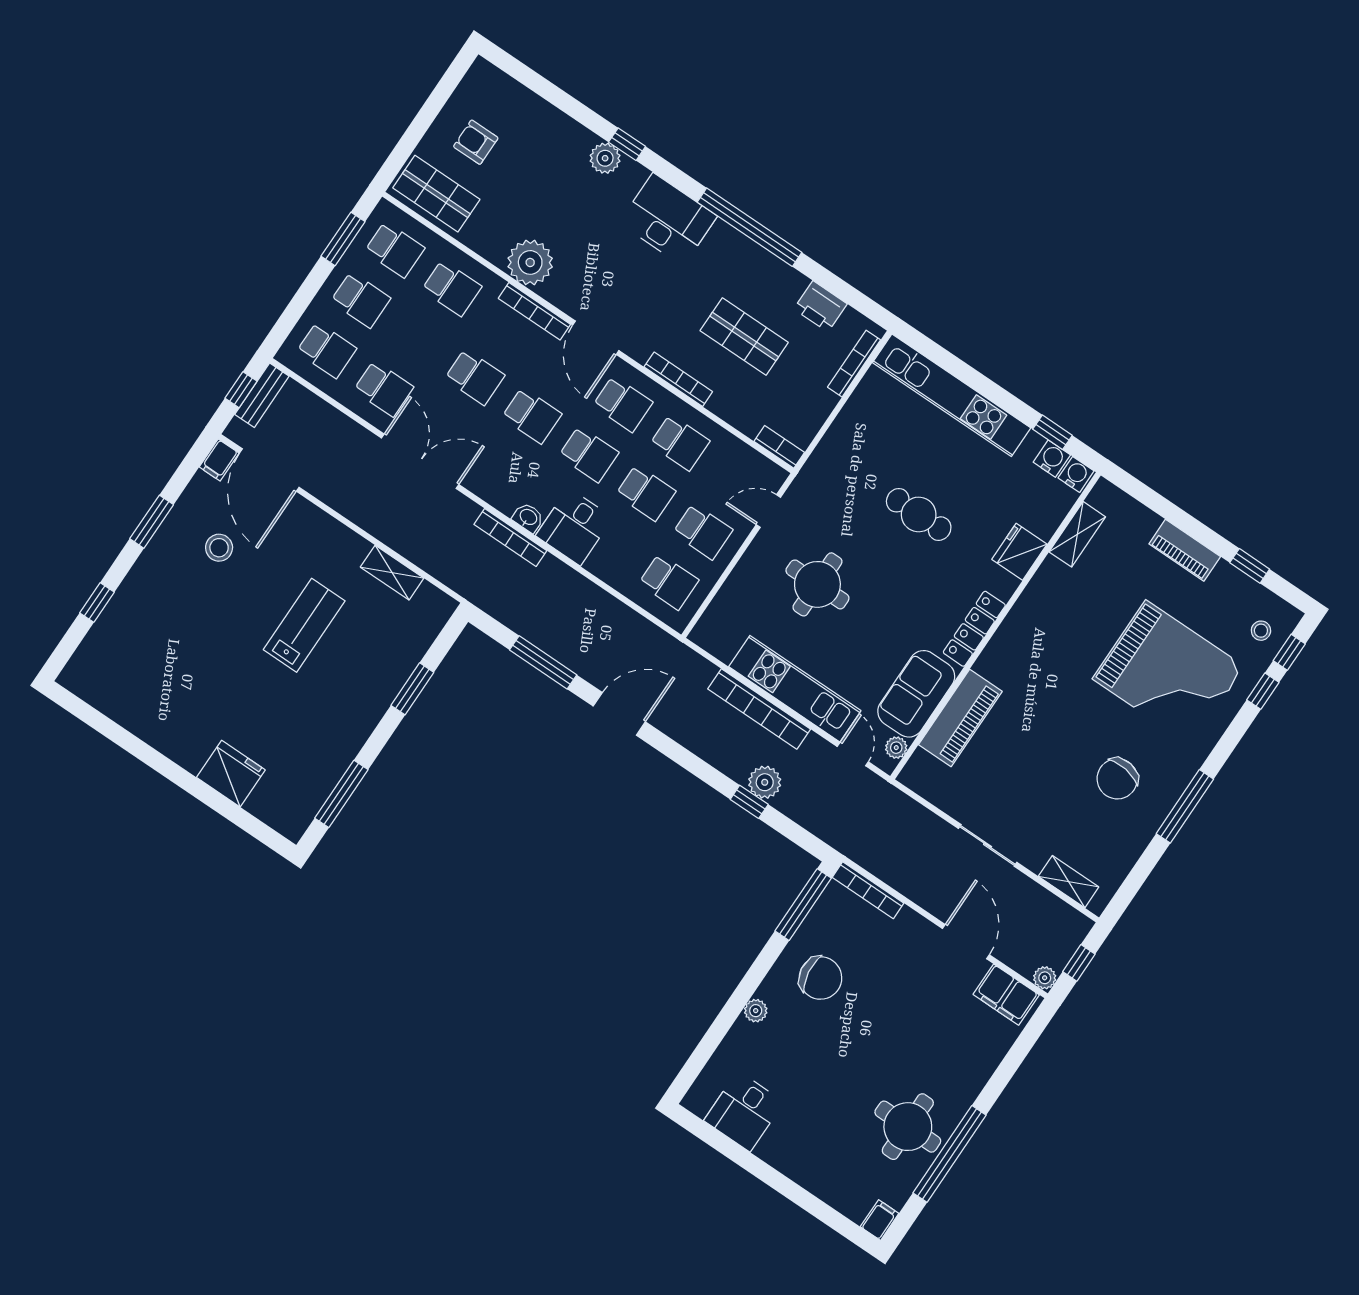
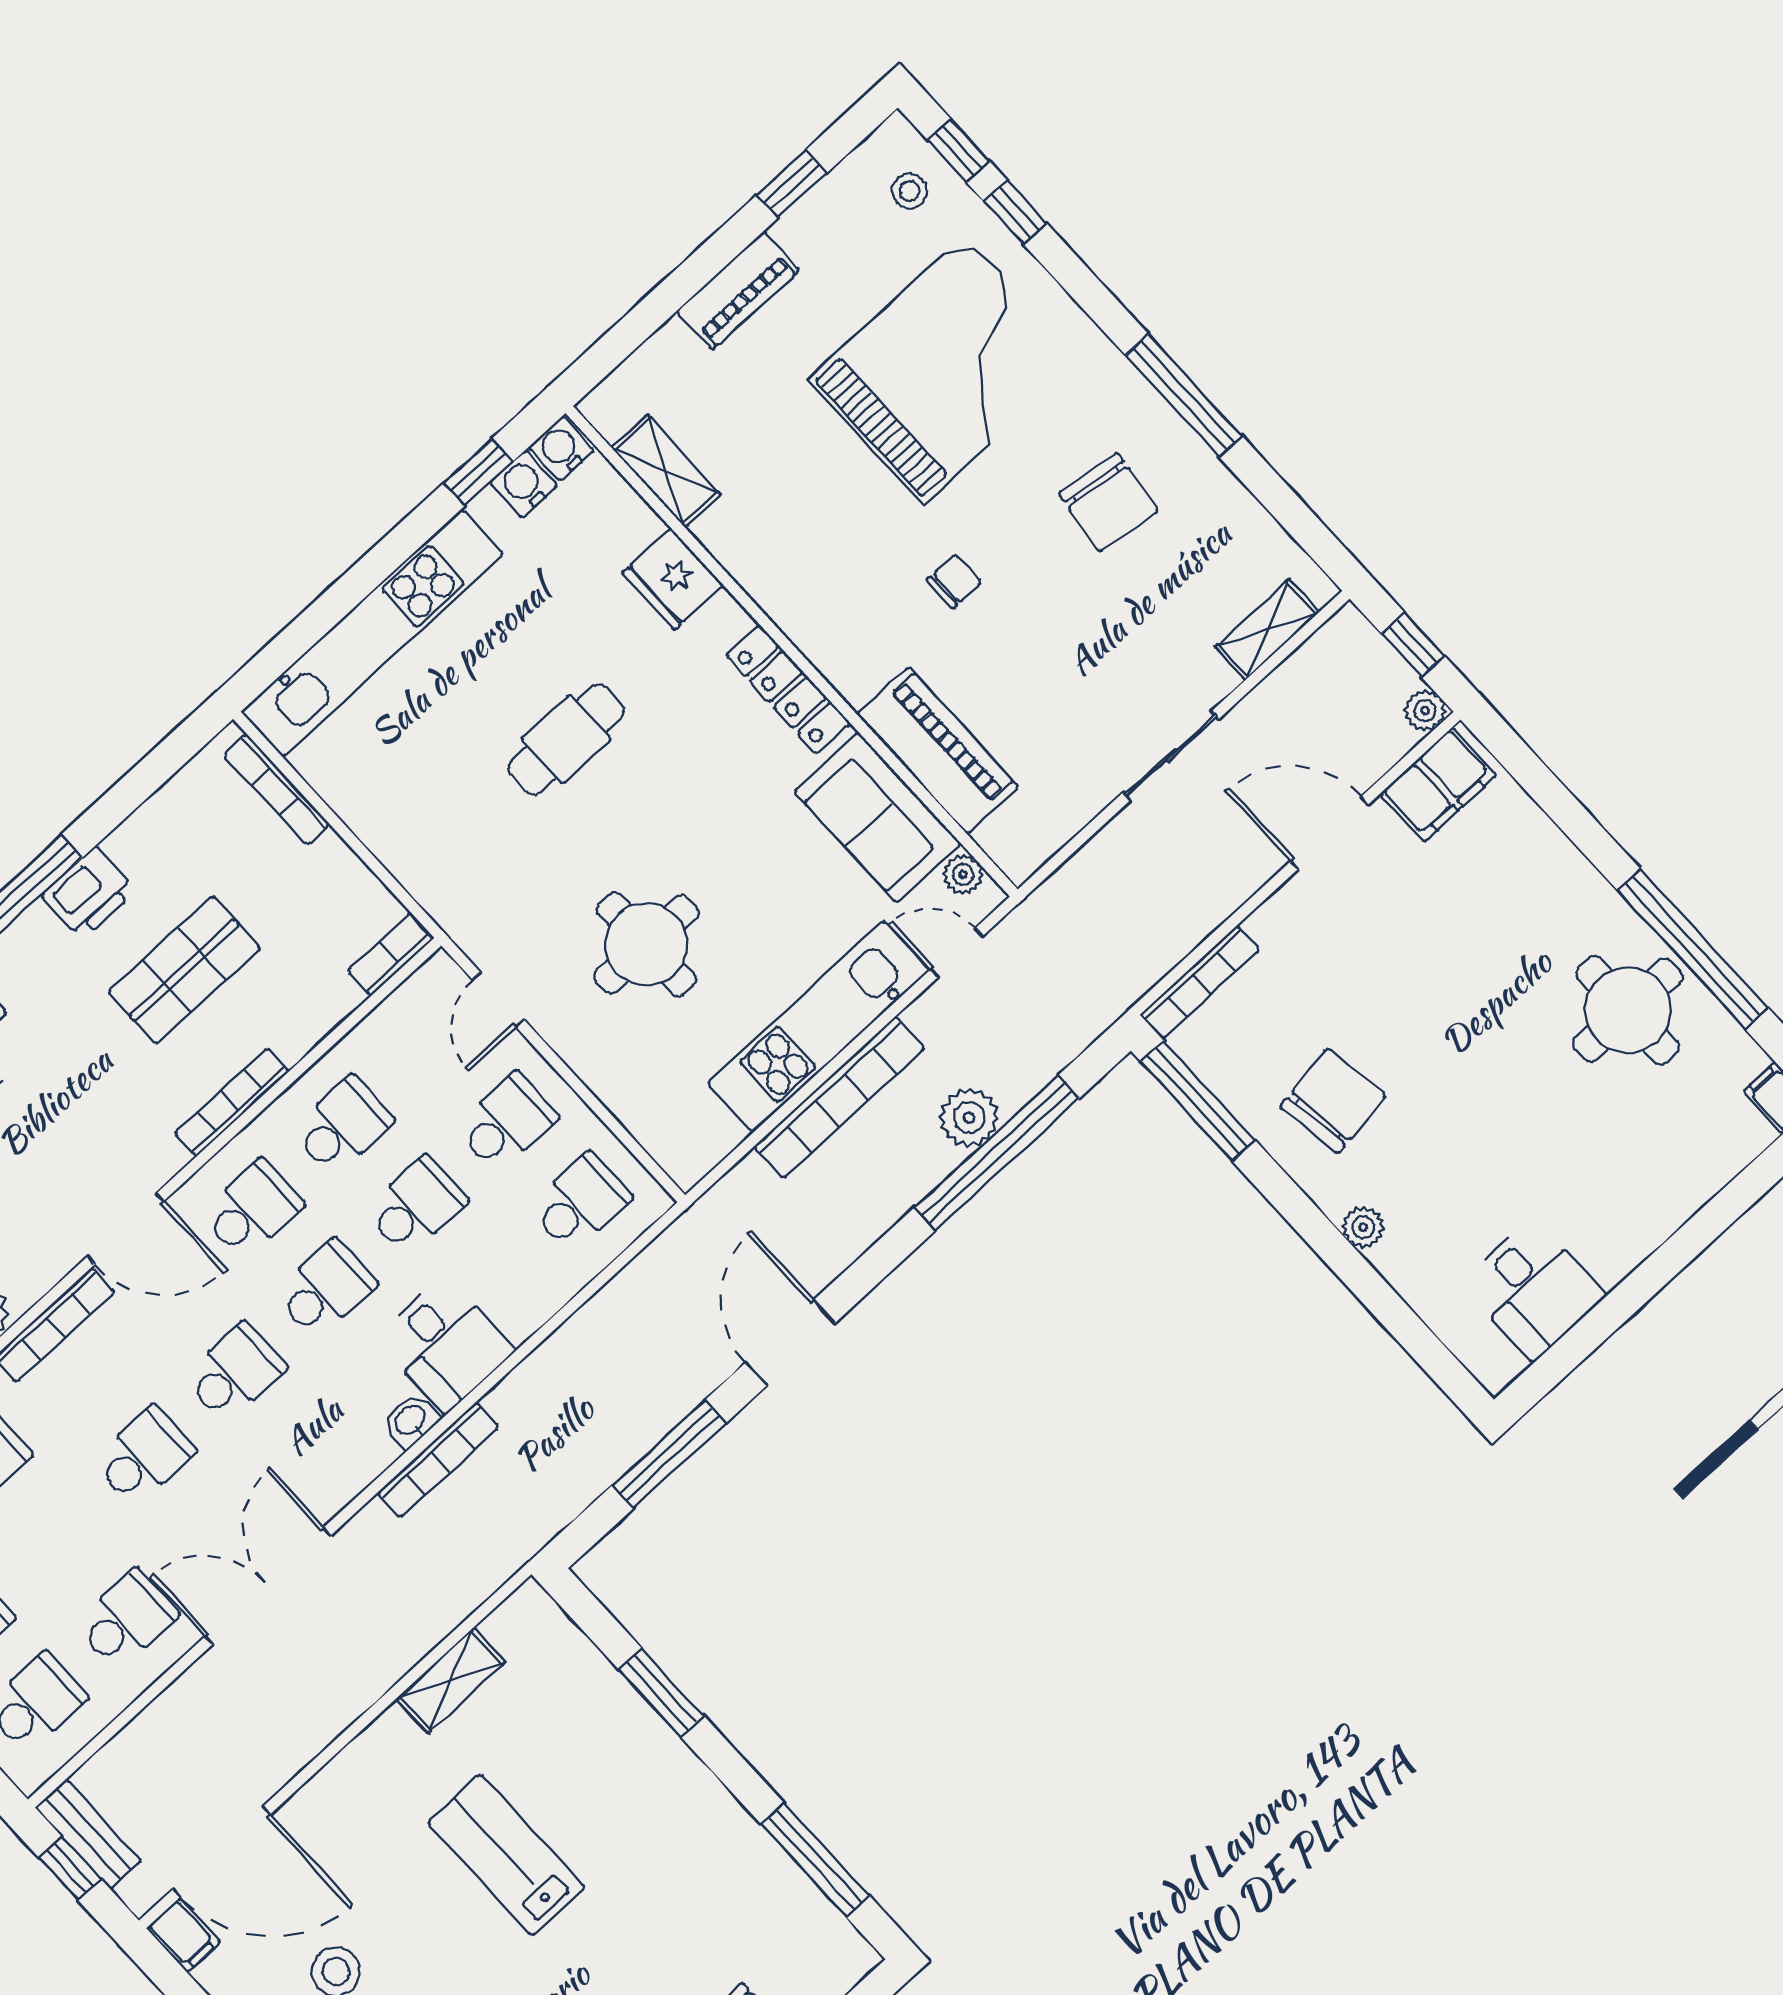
printer: (820, 306) -> (89, 893), moved
chair: (1054, 705) -> (954, 581), added
window: (749, 802) -> (997, 1153), width x3.17

